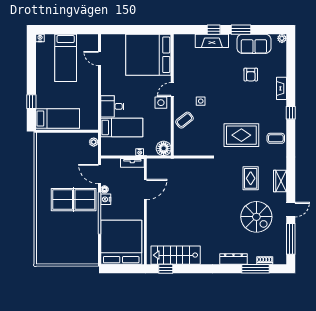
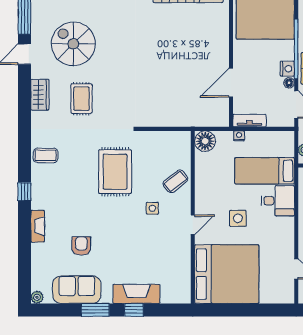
side table: (161, 103) -> (238, 218), moved
rug: (241, 135) -> (115, 172), moved, turned 90

